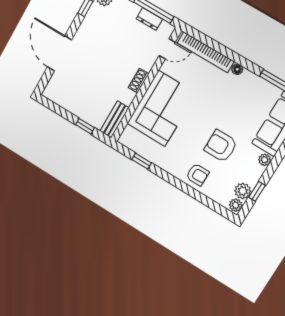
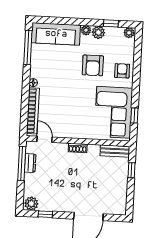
corner sofa: (162, 108) -> (113, 112), moved, turned -90
plant: (243, 191) -> (98, 32), moved

